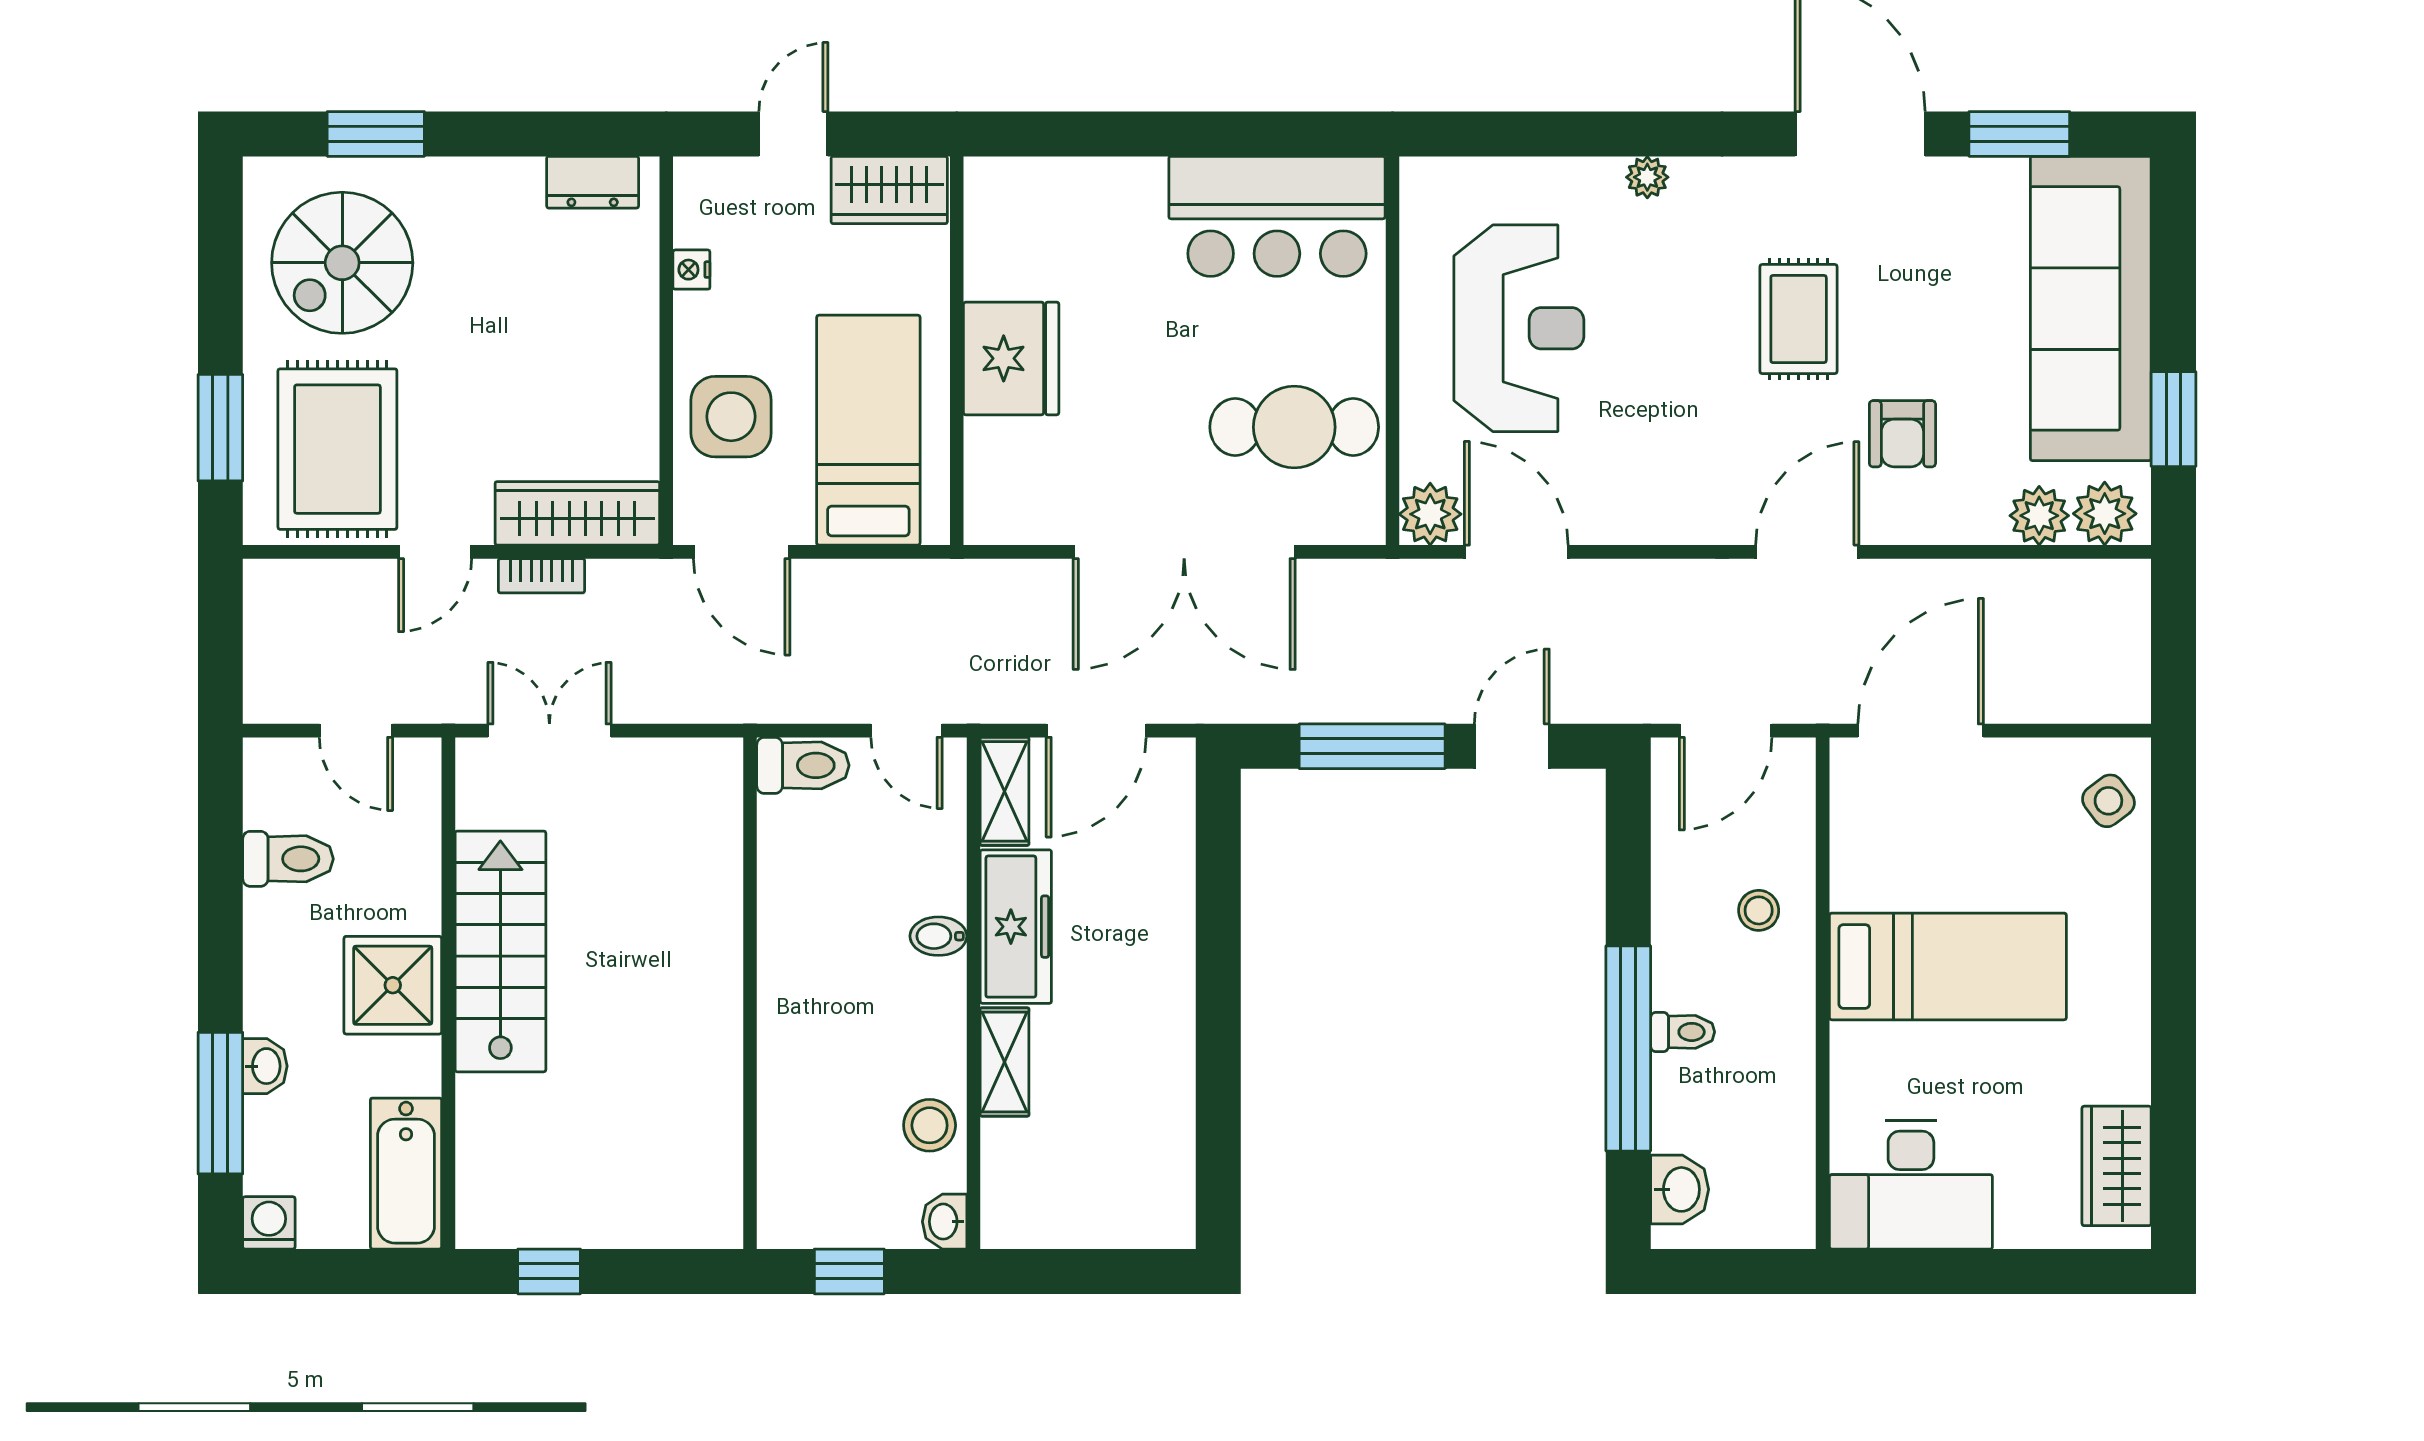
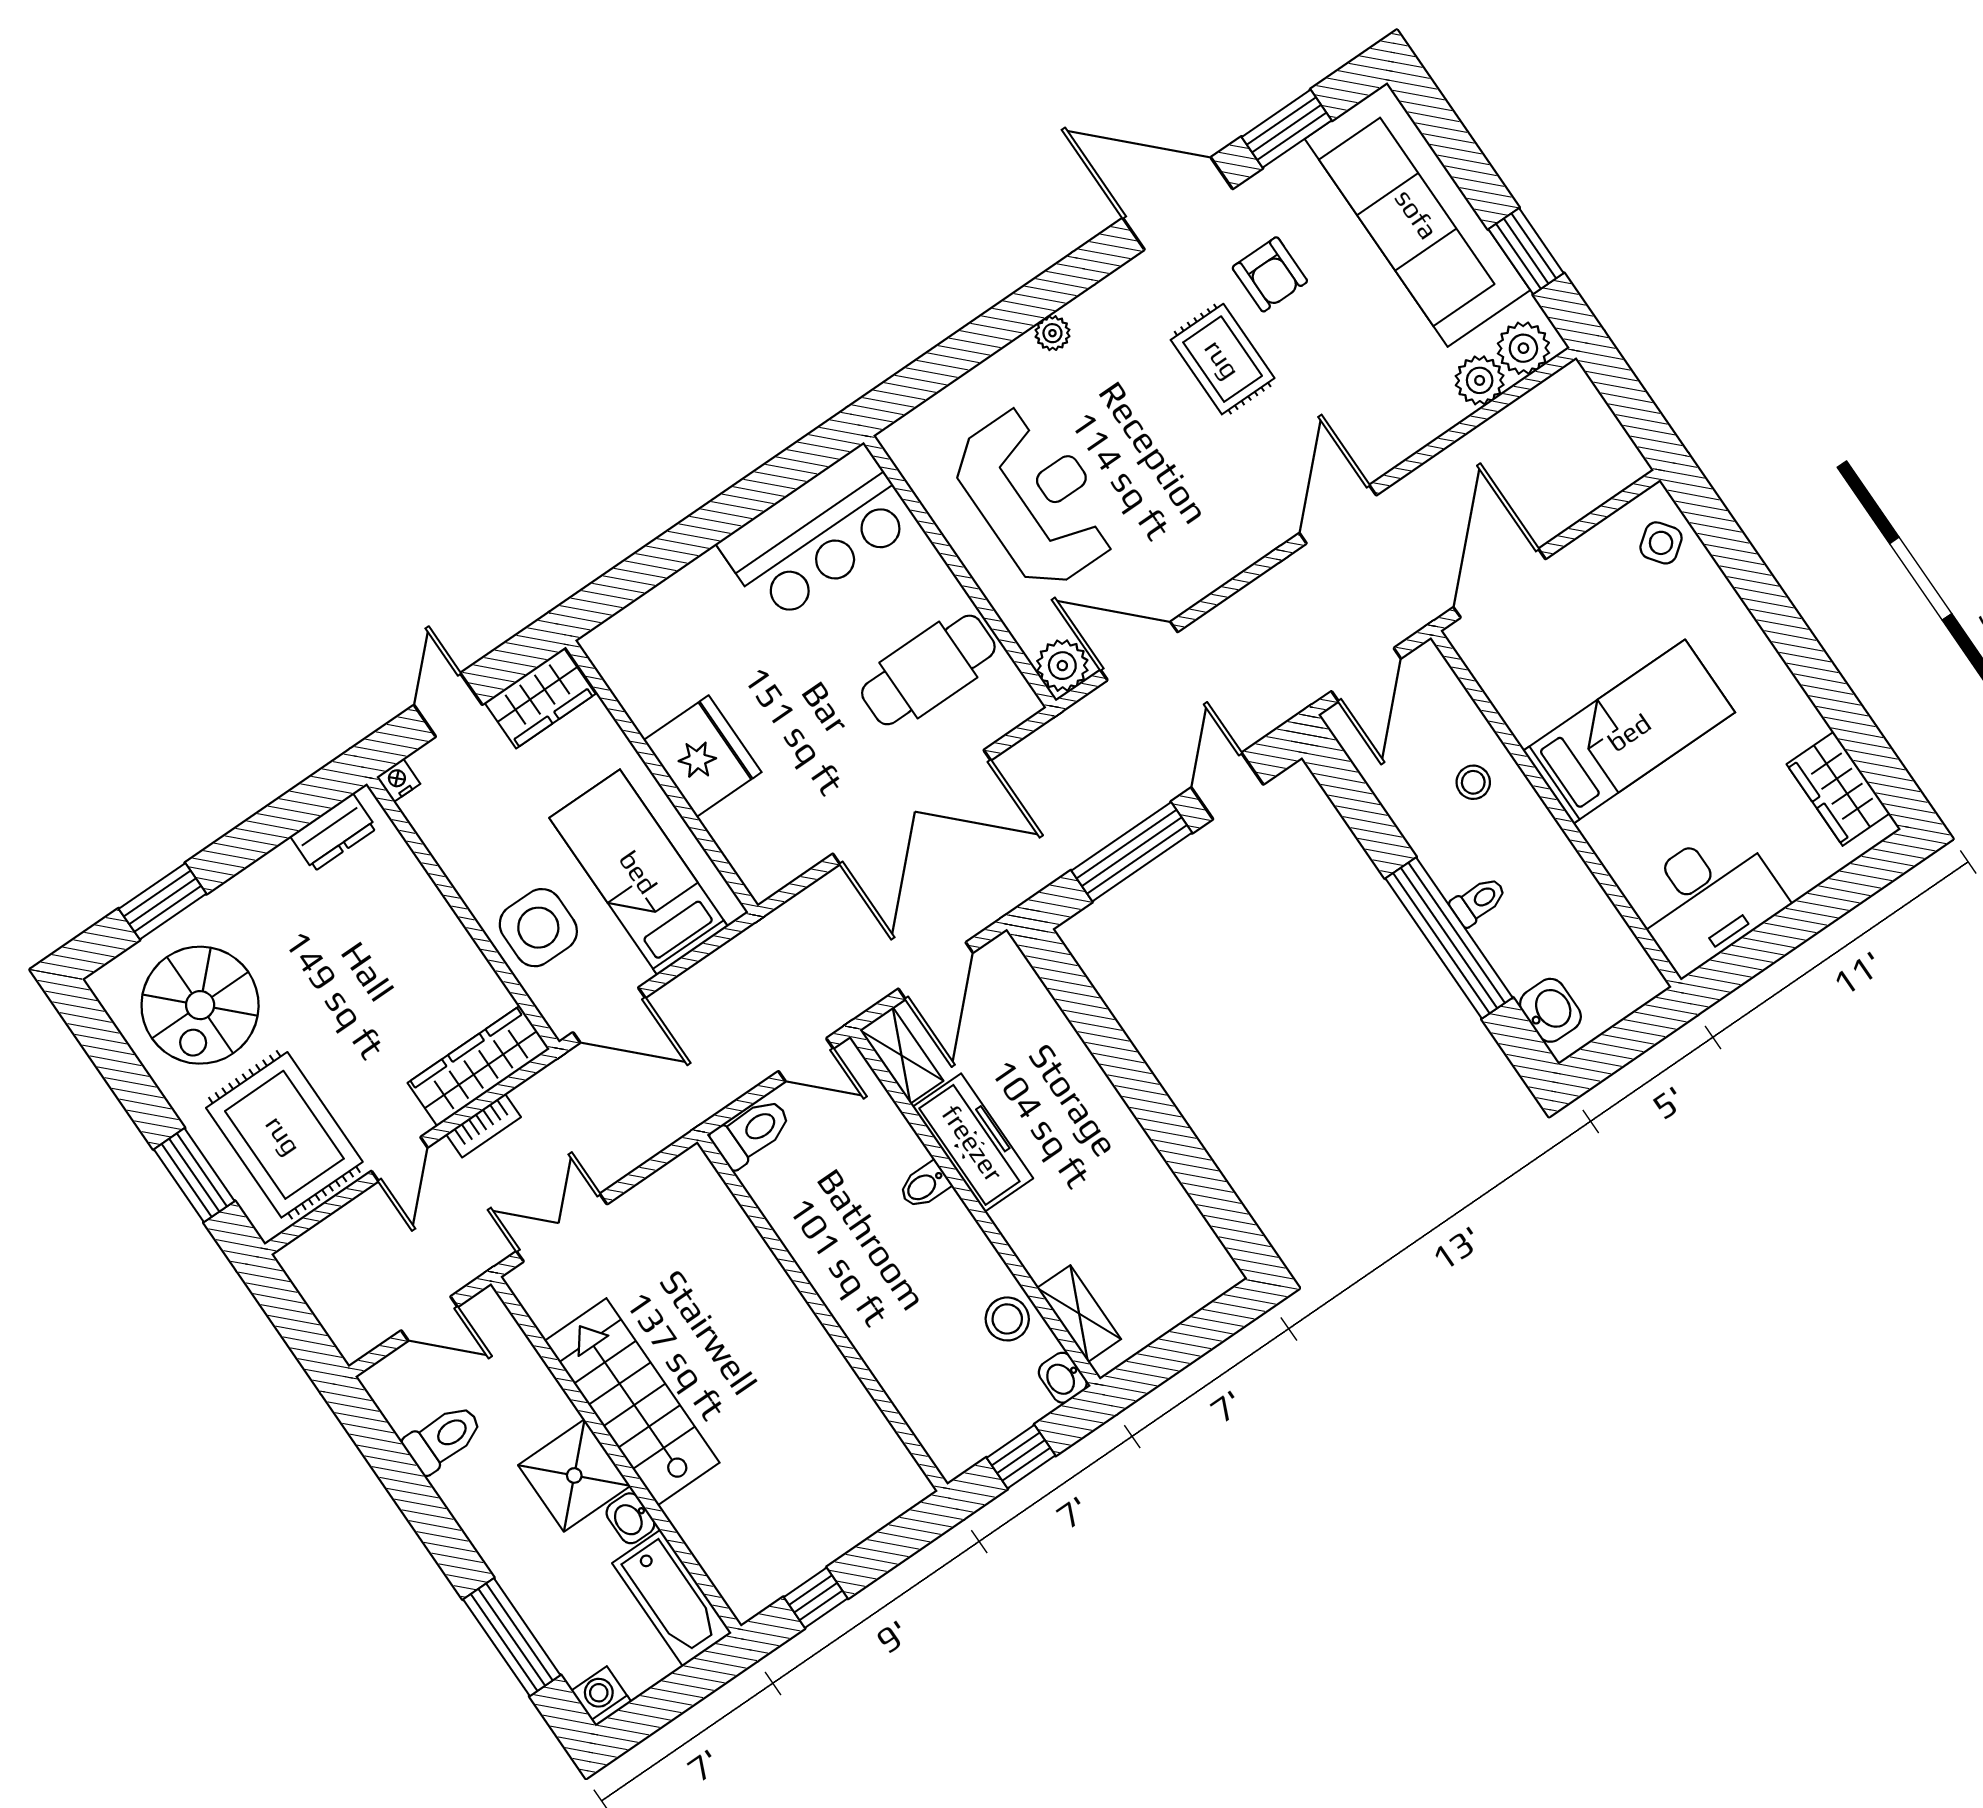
nightstand: (691, 270) -> (398, 780), moved, turned 90
armchair: (1902, 434) -> (1270, 274), moved
shelving: (1005, 1062) -> (1079, 1314), moved
washbasin: (265, 1066) -> (630, 1518), moved, turned 180

